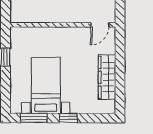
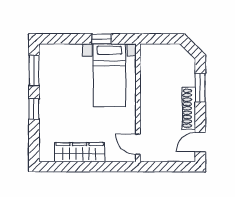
bed with nightstands: (46, 85) -> (109, 75), moved, turned 90

